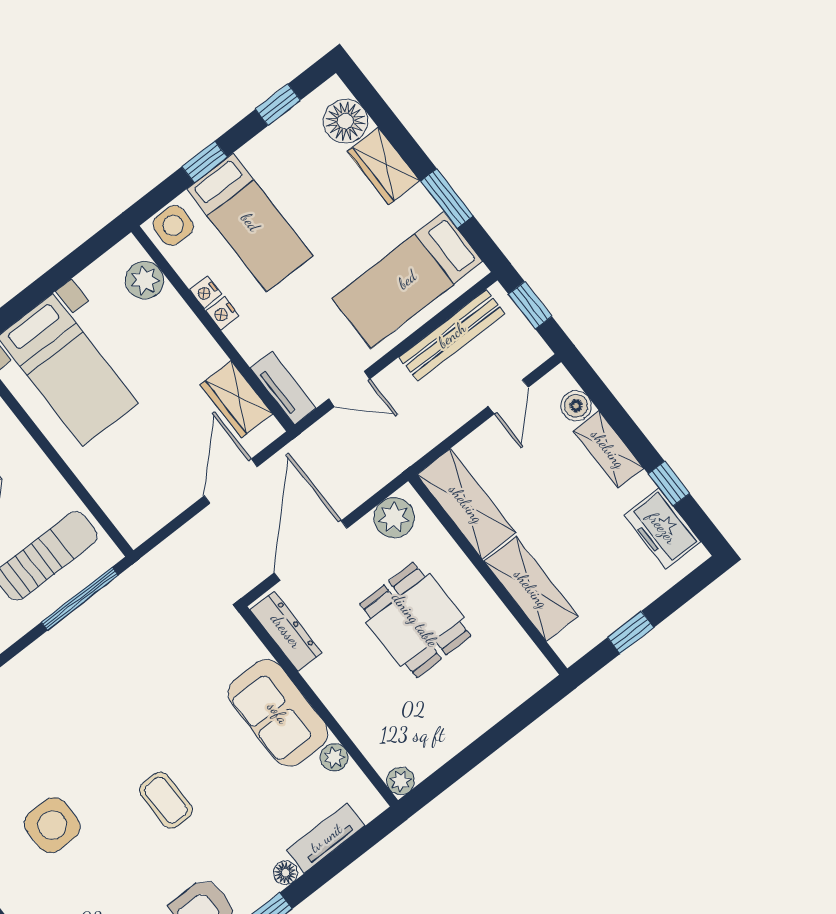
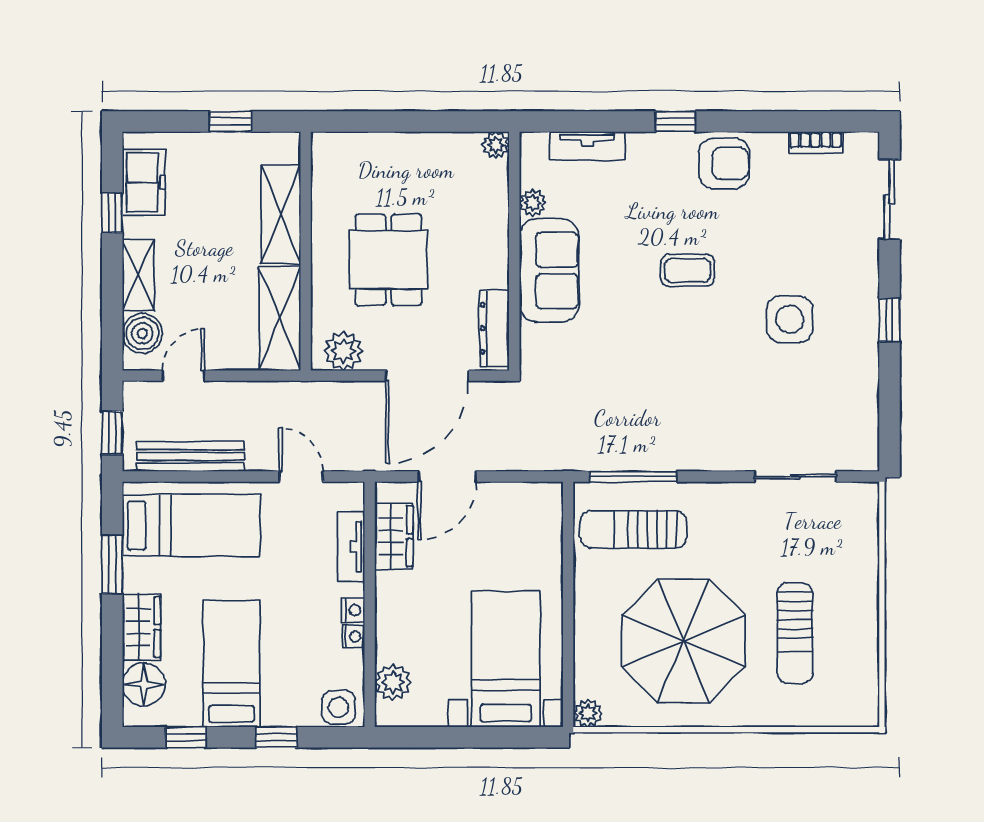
bed: (250, 222) -> (231, 664), moved
tv unit: (283, 388) -> (351, 547), moved
boiler: (576, 406) -> (142, 333), width x1.36, depth x1.36
coffee table: (166, 800) -> (687, 270), turned 90
floor lamp: (286, 873) -> (639, 143), removed

